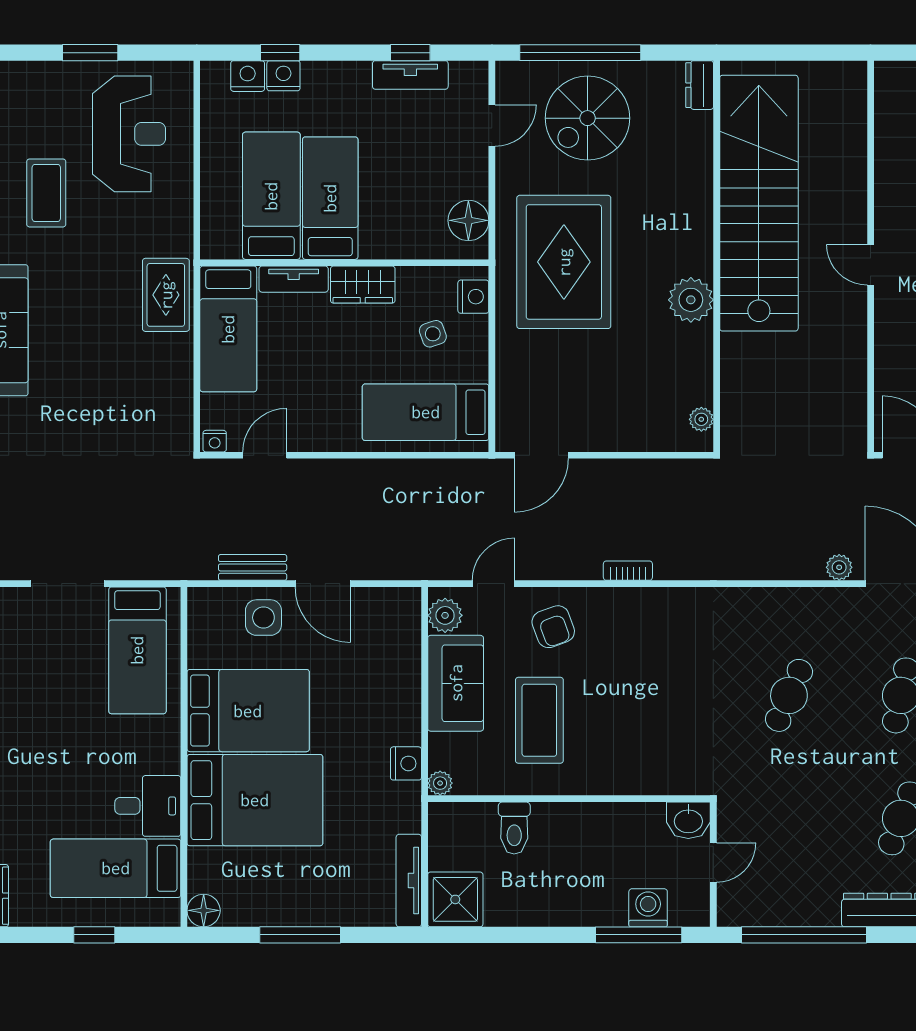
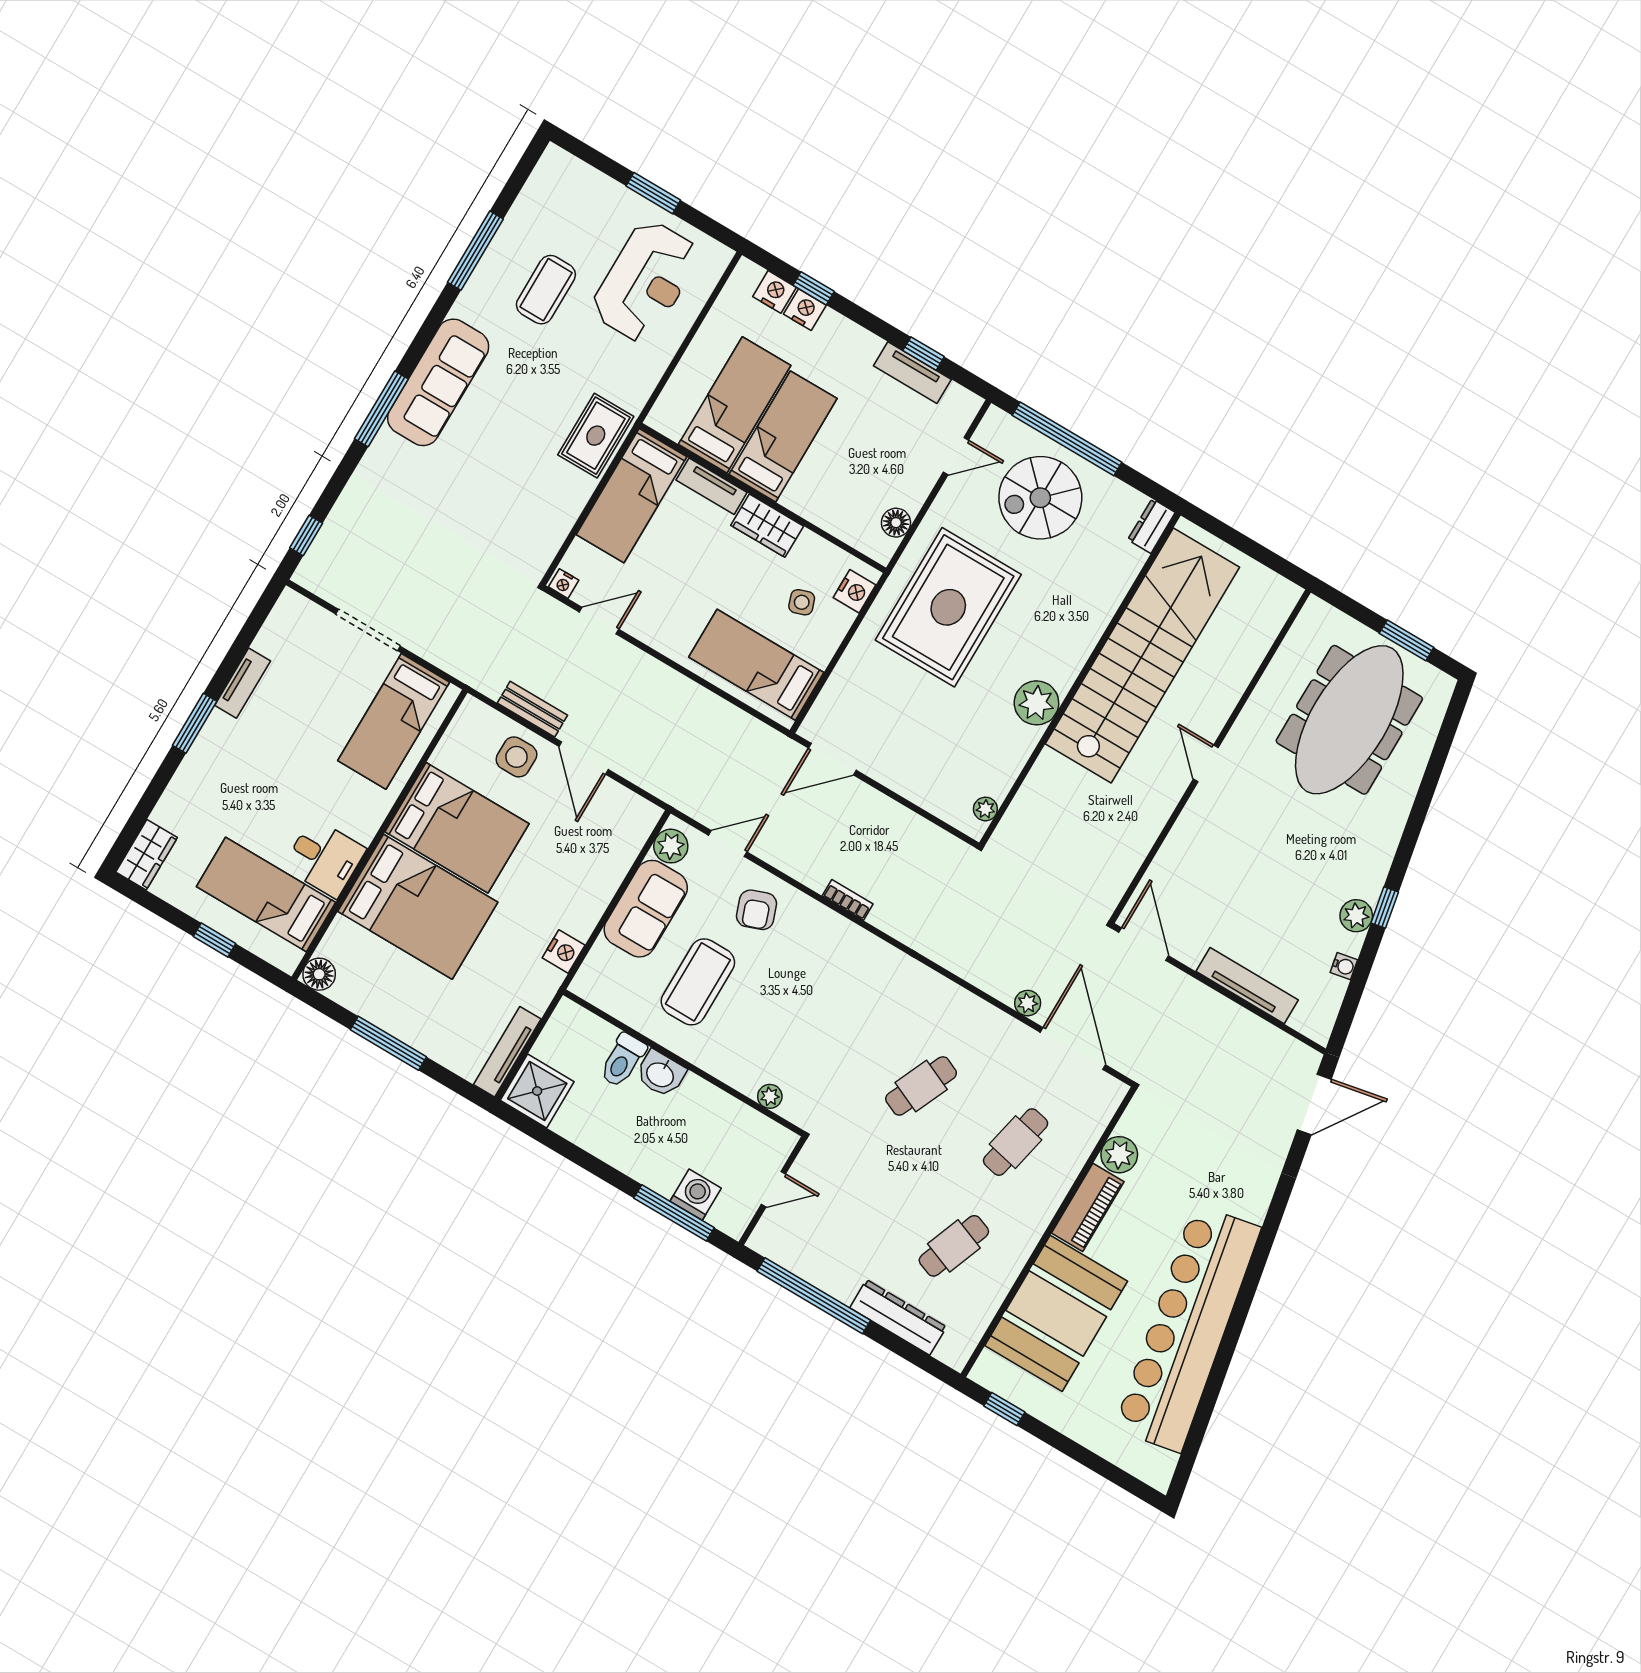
floor lamp: (468, 220) -> (896, 523), width x0.73, depth x0.73
plant: (440, 783) -> (770, 1096), moved
washbasin: (688, 820) -> (661, 1074), moved

